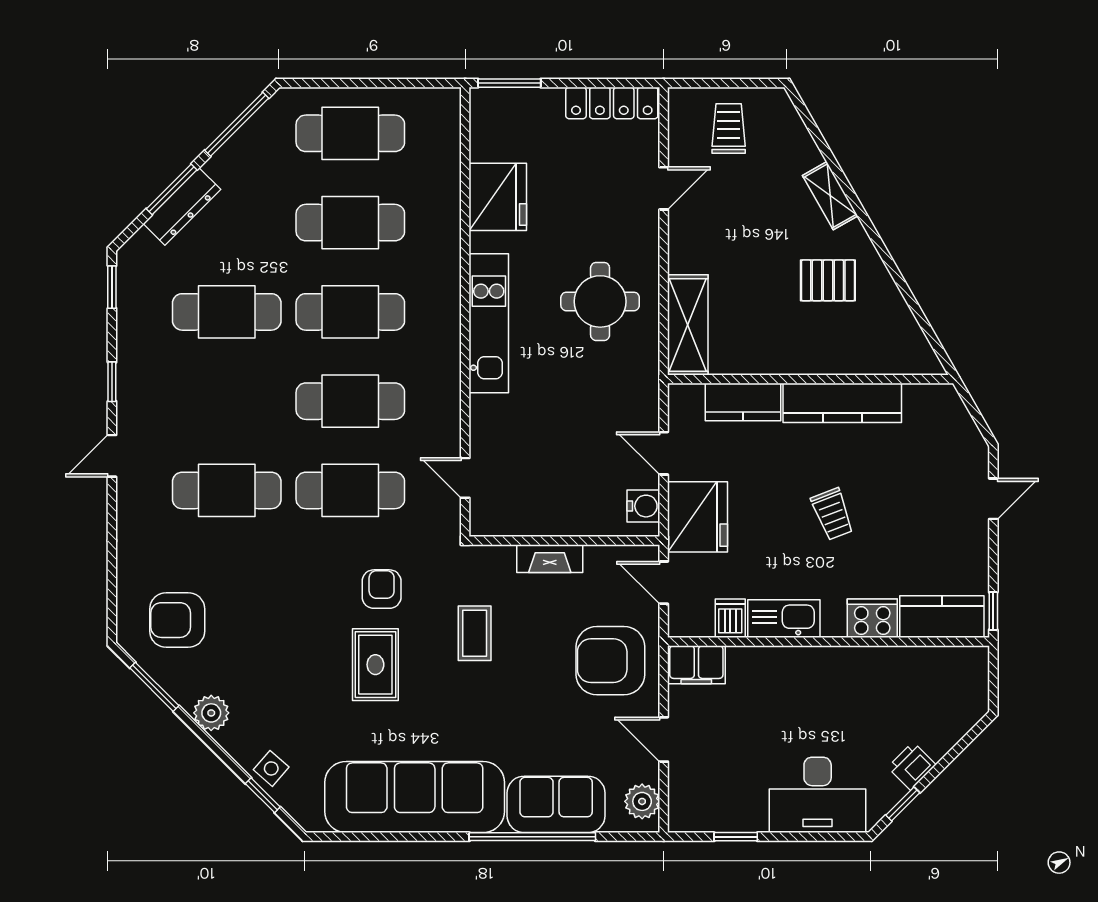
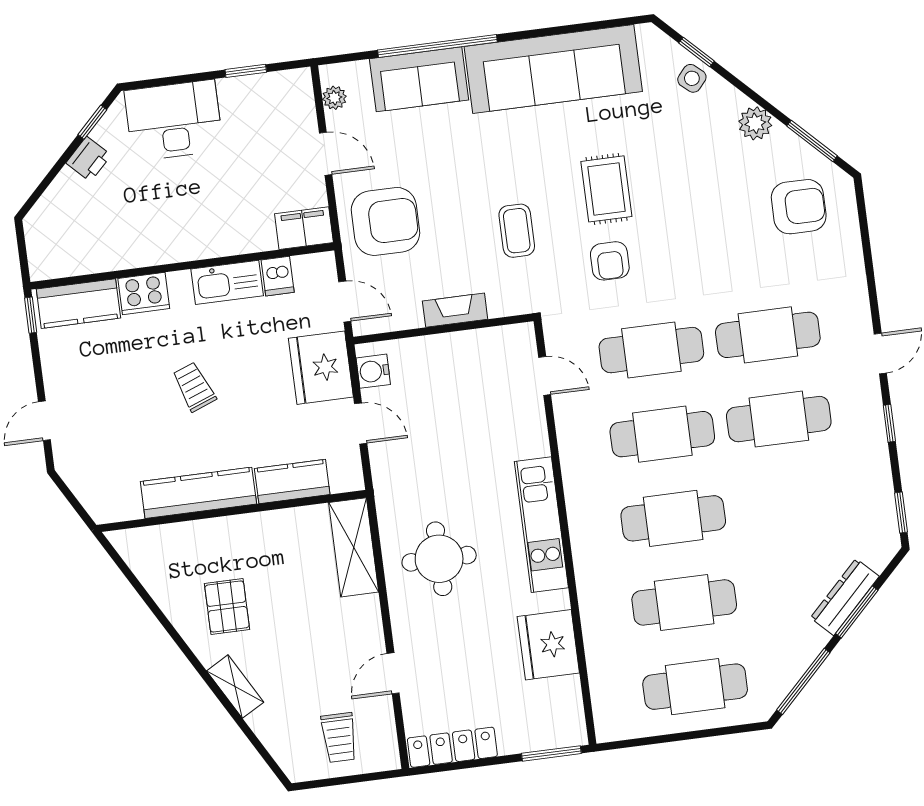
pallet: (828, 280) -> (227, 606), turned 90
cafe table: (227, 312) -> (779, 419), moved
plant: (642, 801) -> (334, 98), width x0.73, depth x0.73

